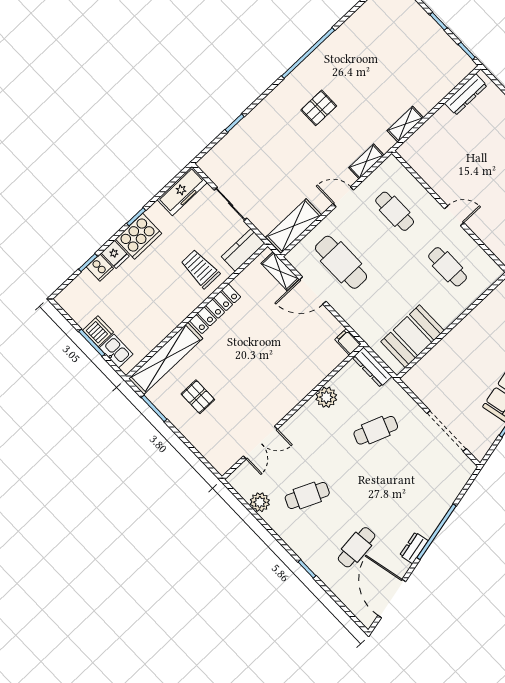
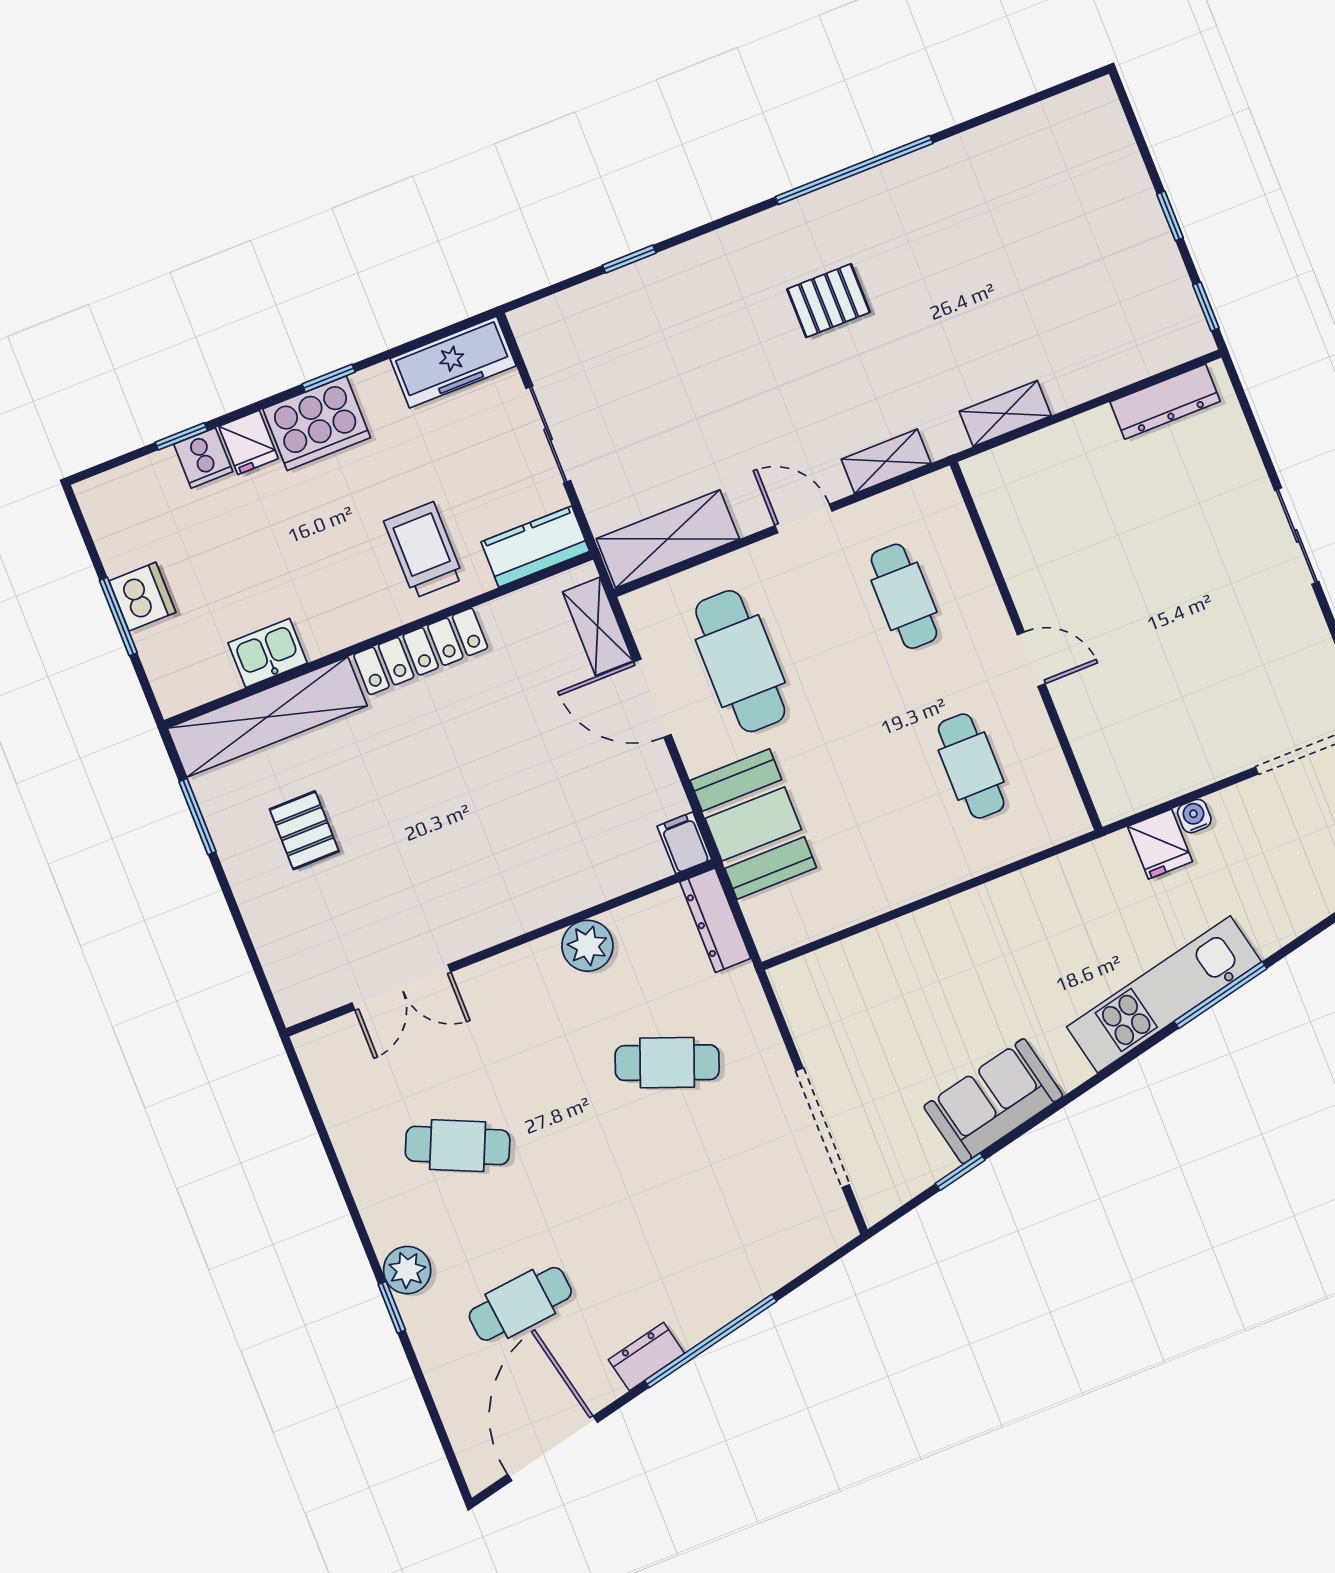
booth: (412, 336) -> (753, 824), moved, turned 90
kitchen sink: (116, 351) -> (268, 653), moved, turned -90
plant: (260, 502) -> (407, 1270), moved

